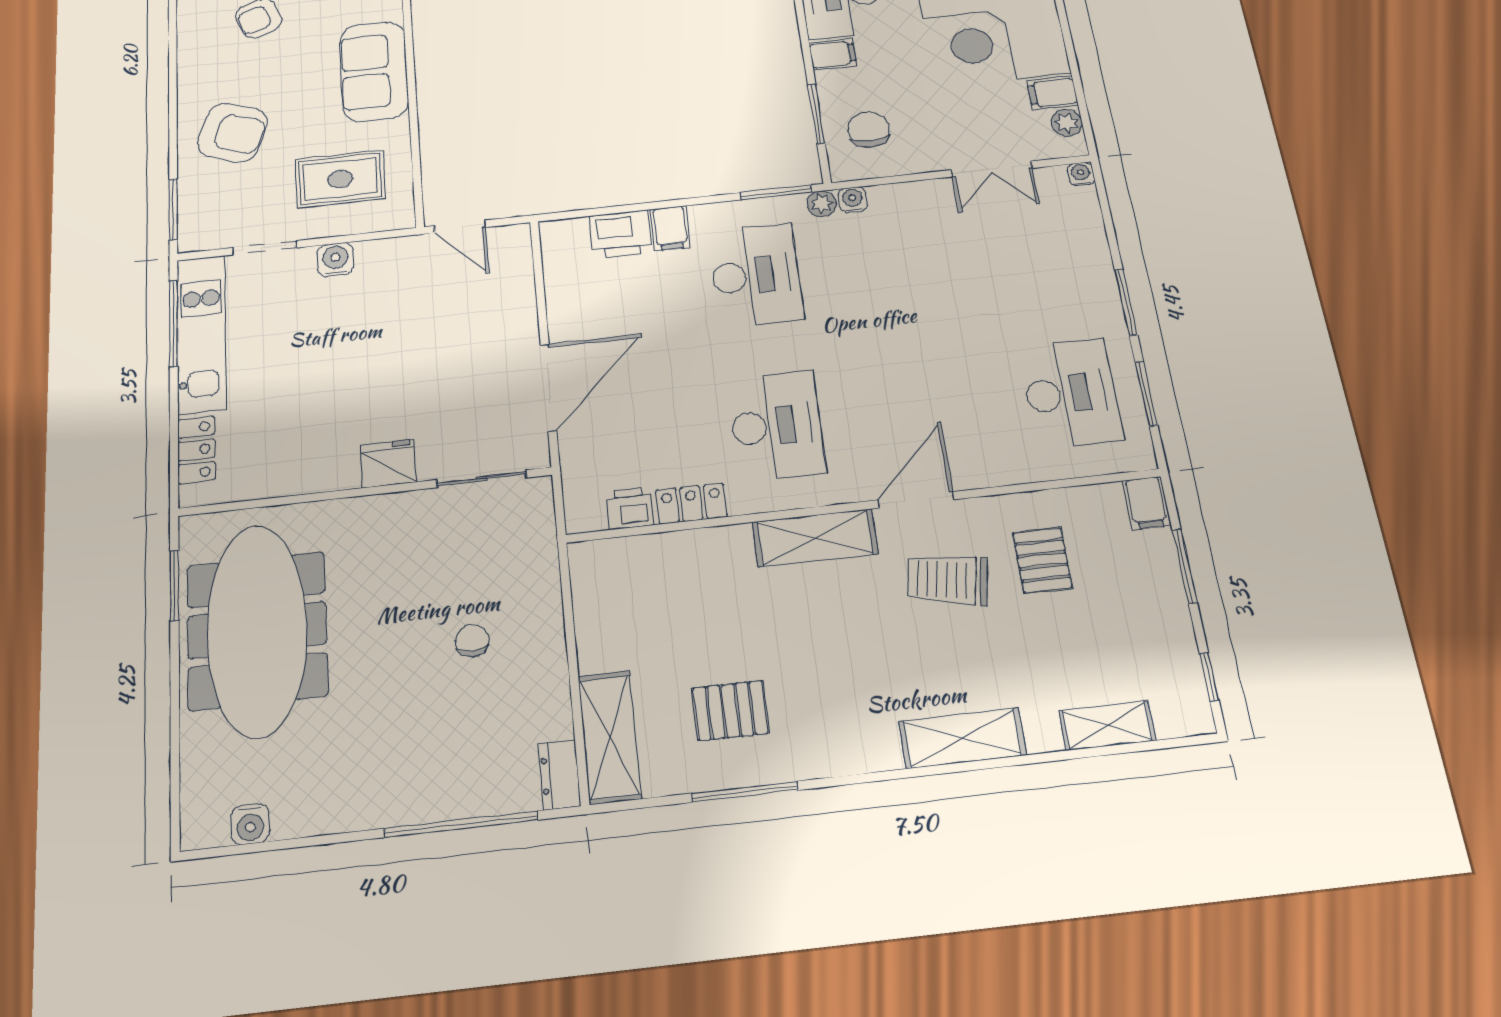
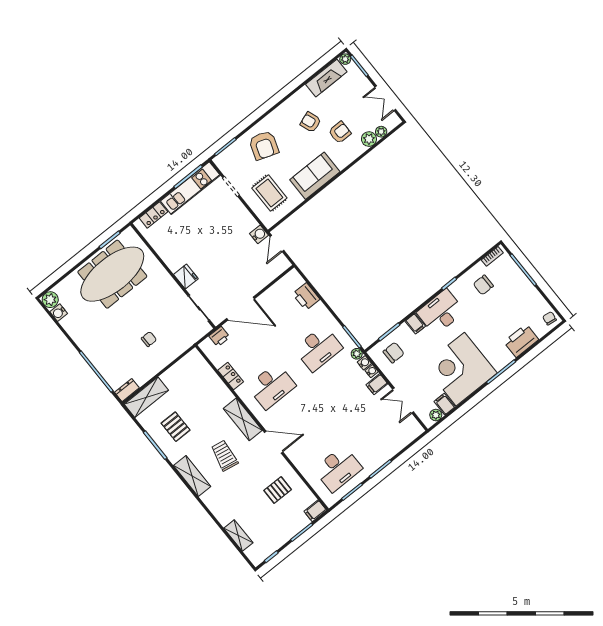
water cooler: (1081, 174) -> (372, 371), moved
filing cabinet: (670, 228) -> (377, 384), moved
water cooler: (335, 260) -> (259, 234), moved
printer: (630, 508) -> (219, 337), moved, turned 90
trolley: (947, 580) -> (224, 456), moved
shelving: (963, 738) -> (192, 476), moved
plant: (203, 825) -> (50, 300), added

